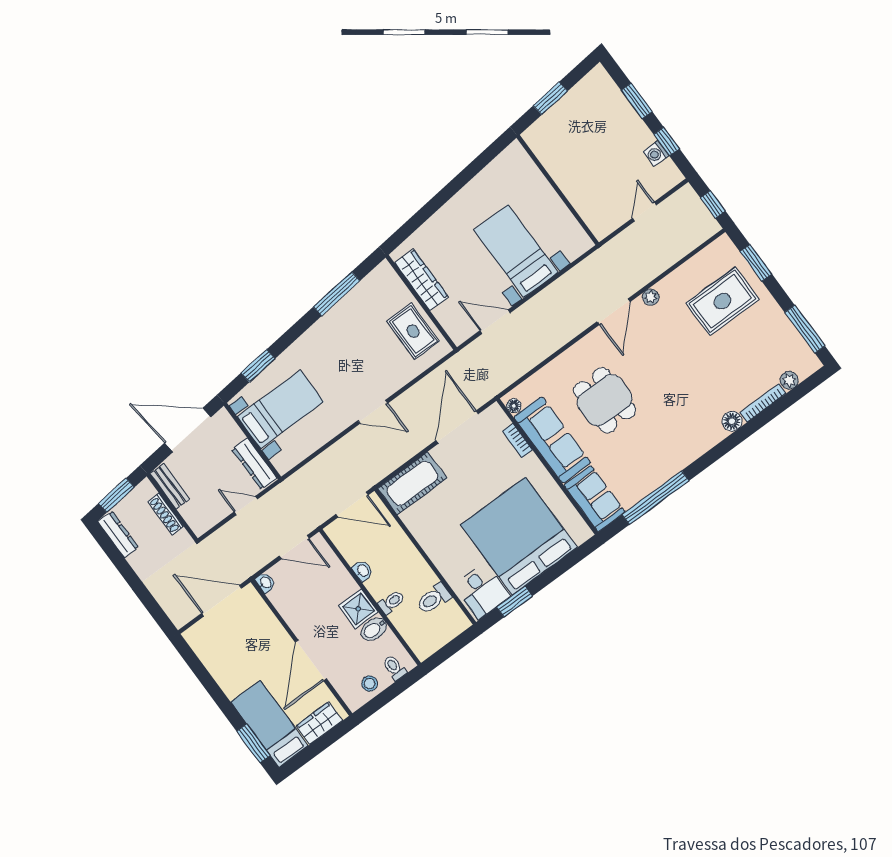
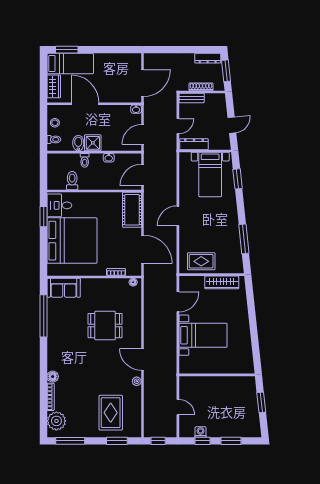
plant: (789, 380) -> (56, 421), width x1.87, depth x1.87
door: (188, 430) -> (232, 125), width x0.53
sofa: (552, 440) -> (105, 288), removed
bench: (170, 486) -> (192, 98), moved

